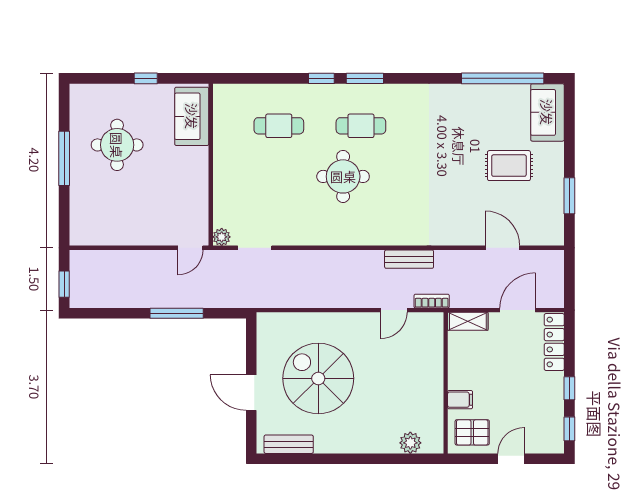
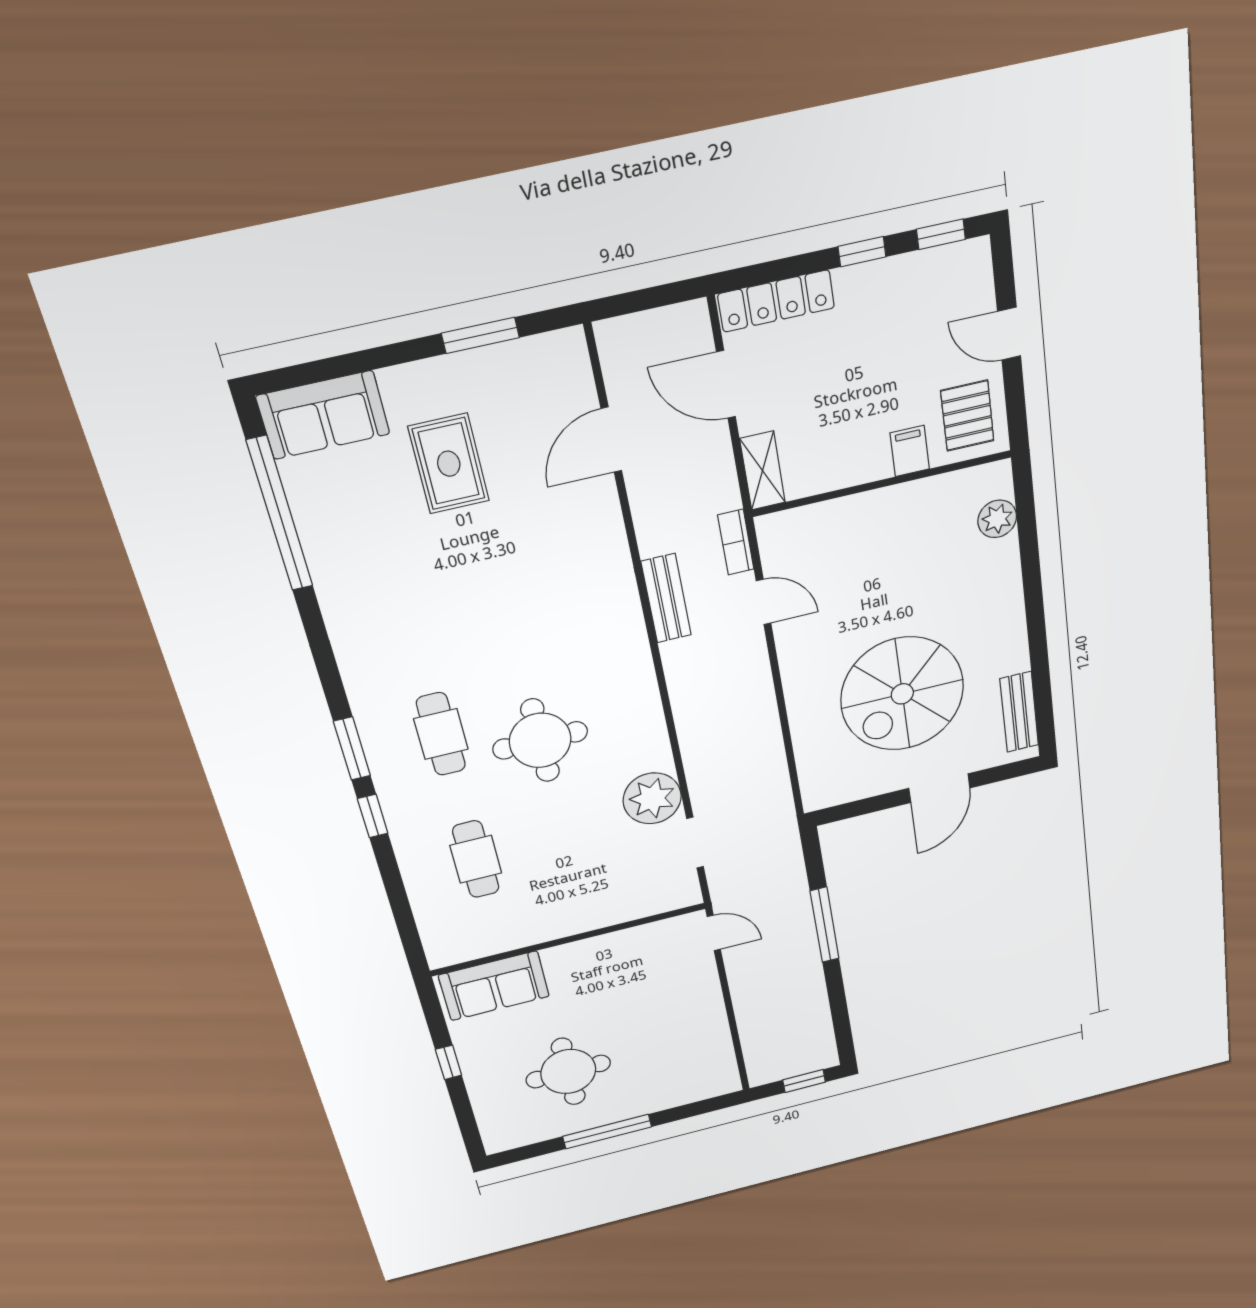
plant: (222, 237) -> (652, 798), moved, width x1.87, depth x1.87

